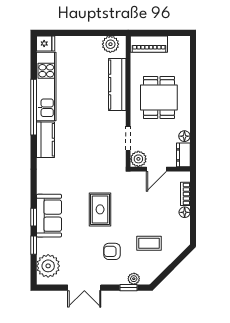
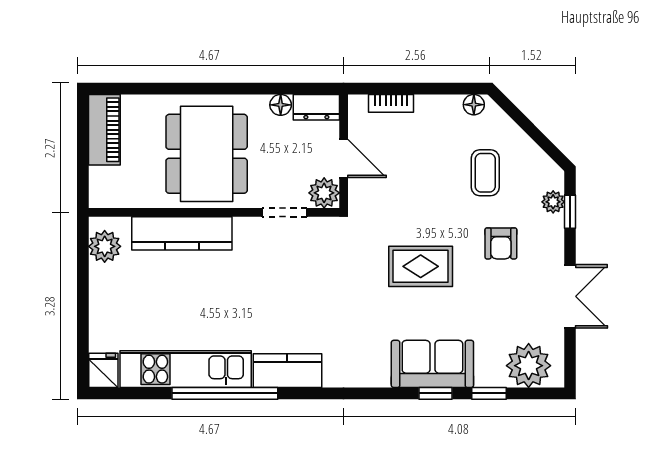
piano: (149, 44) -> (104, 130), moved
dining table: (159, 98) -> (207, 154), width x1.38
floor lamp: (185, 212) -> (474, 105), moved

